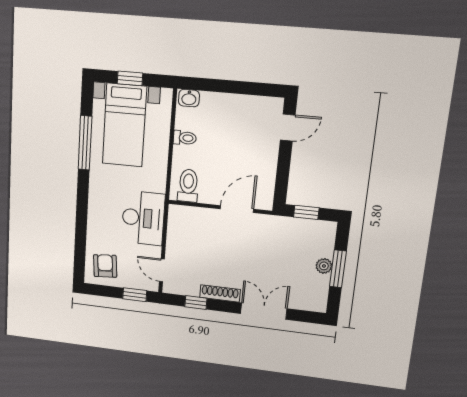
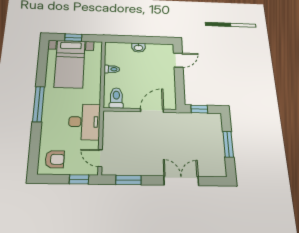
washbasin: (189, 98) -> (138, 48), moved
window: (85, 143) -> (39, 104), moved
armchair: (105, 266) -> (55, 159), turned 95
plant: (324, 266) -> (218, 143), removed
shoe rack: (220, 293) -> (146, 171), removed
window: (196, 302) -> (128, 180), width x1.50

